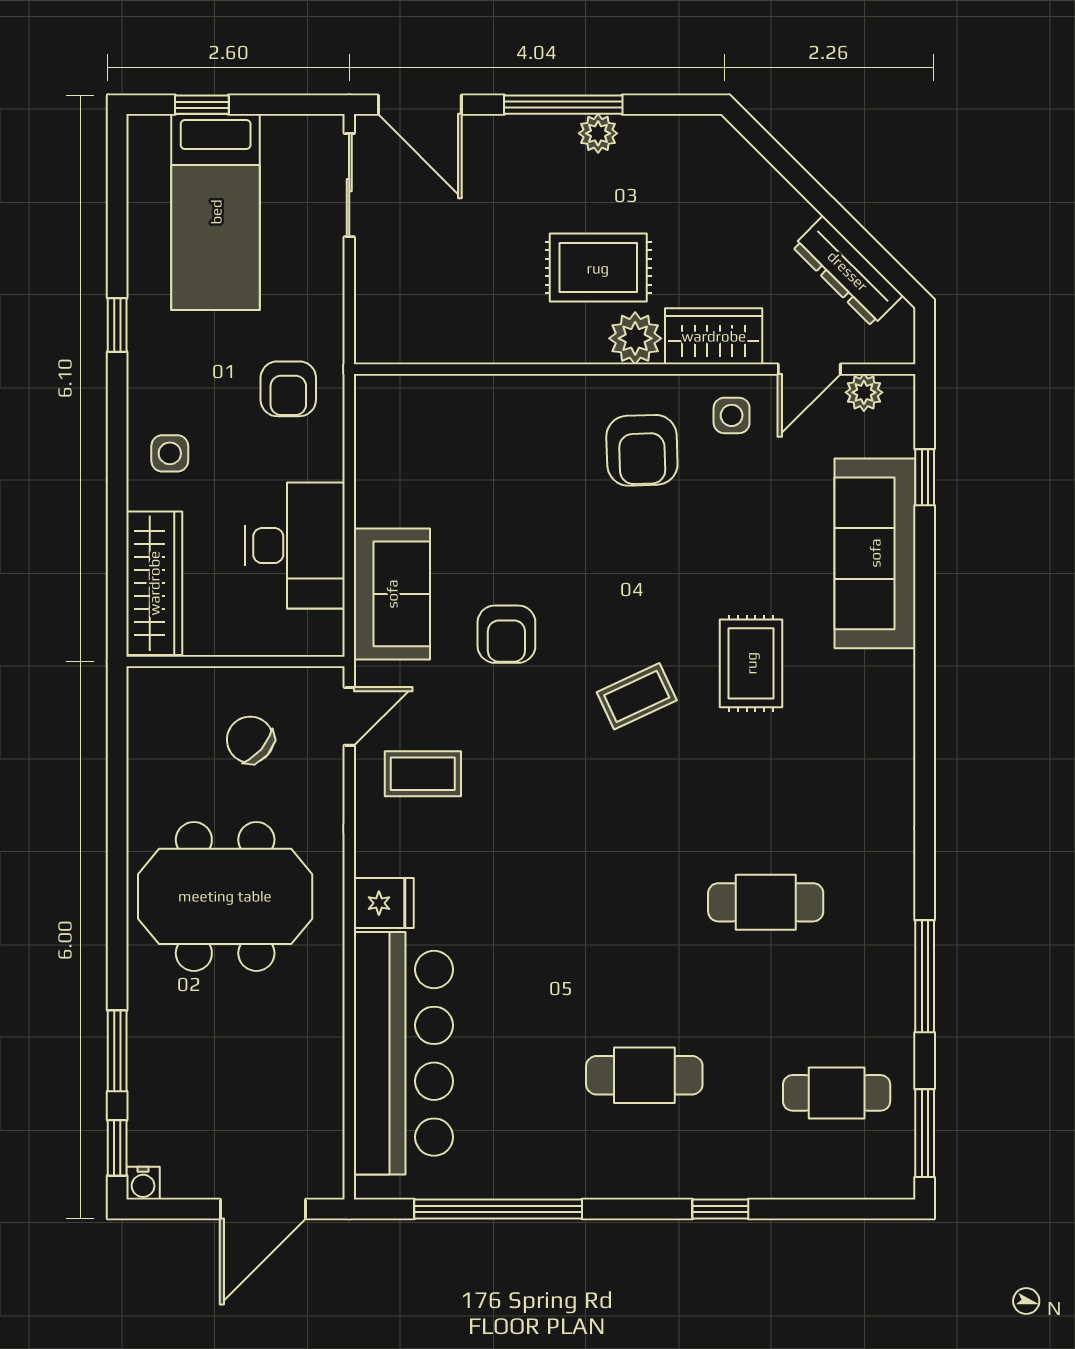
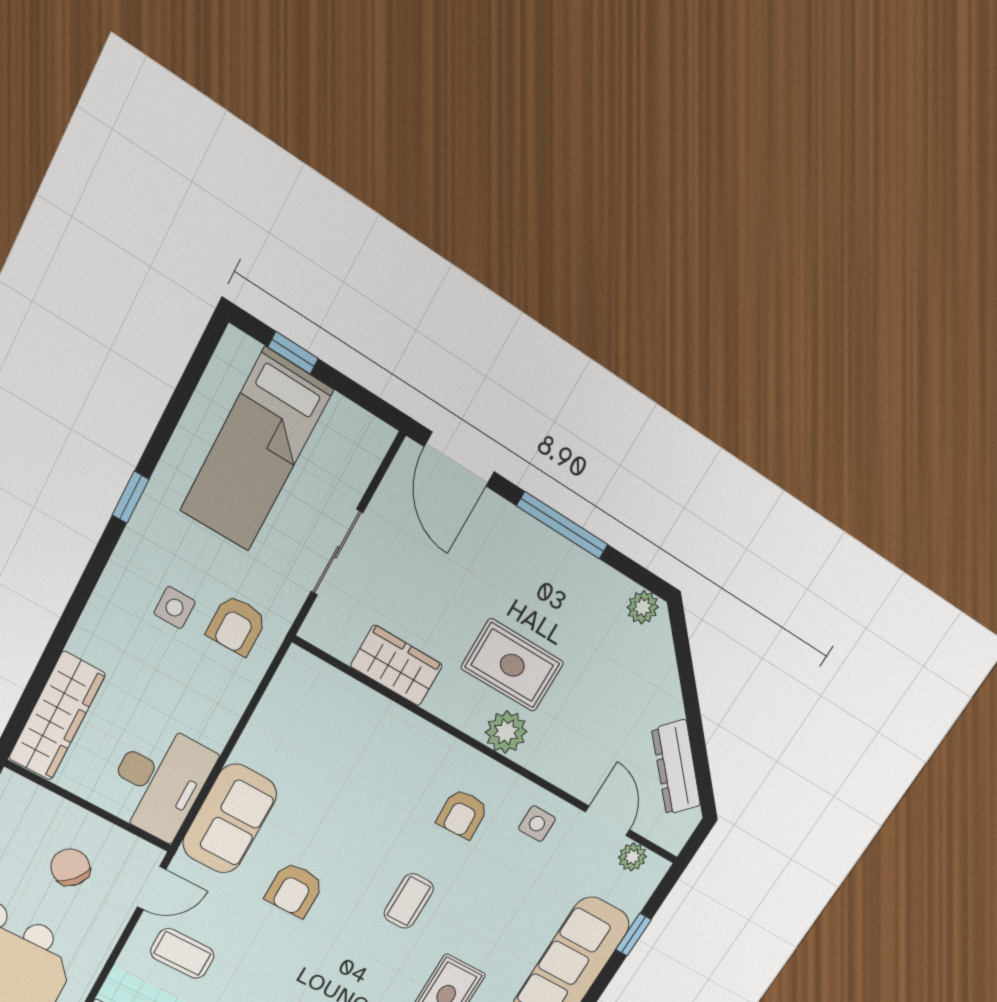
plant: (598, 133) -> (643, 607), moved
sliding door: (349, 185) -> (337, 552), moved
wardrobe: (714, 336) -> (396, 666), moved
door: (809, 369) -> (608, 821), swing flipped
armchair: (642, 450) -> (462, 814), width x0.72, depth x0.72
side table: (170, 453) -> (175, 608), moved
desk: (295, 546) -> (159, 781), moved
coffee table: (637, 696) -> (409, 901), moved, turned -65

